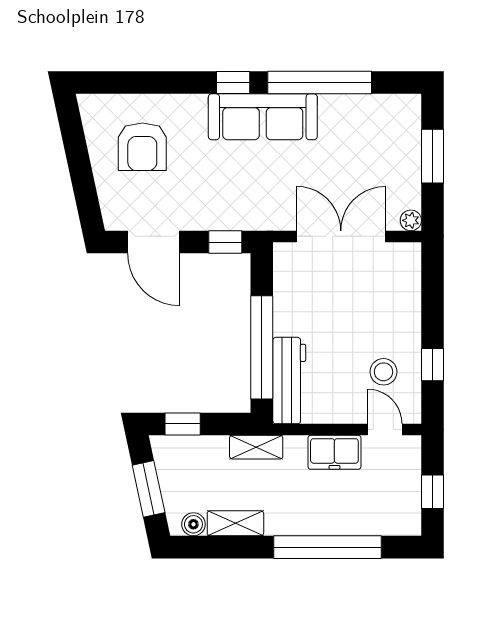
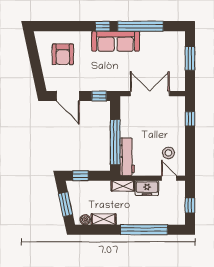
plant: (411, 220) -> (180, 87), removed
window: (432, 365) -> (190, 119), moved
shelving: (256, 447) -> (123, 186), moved

